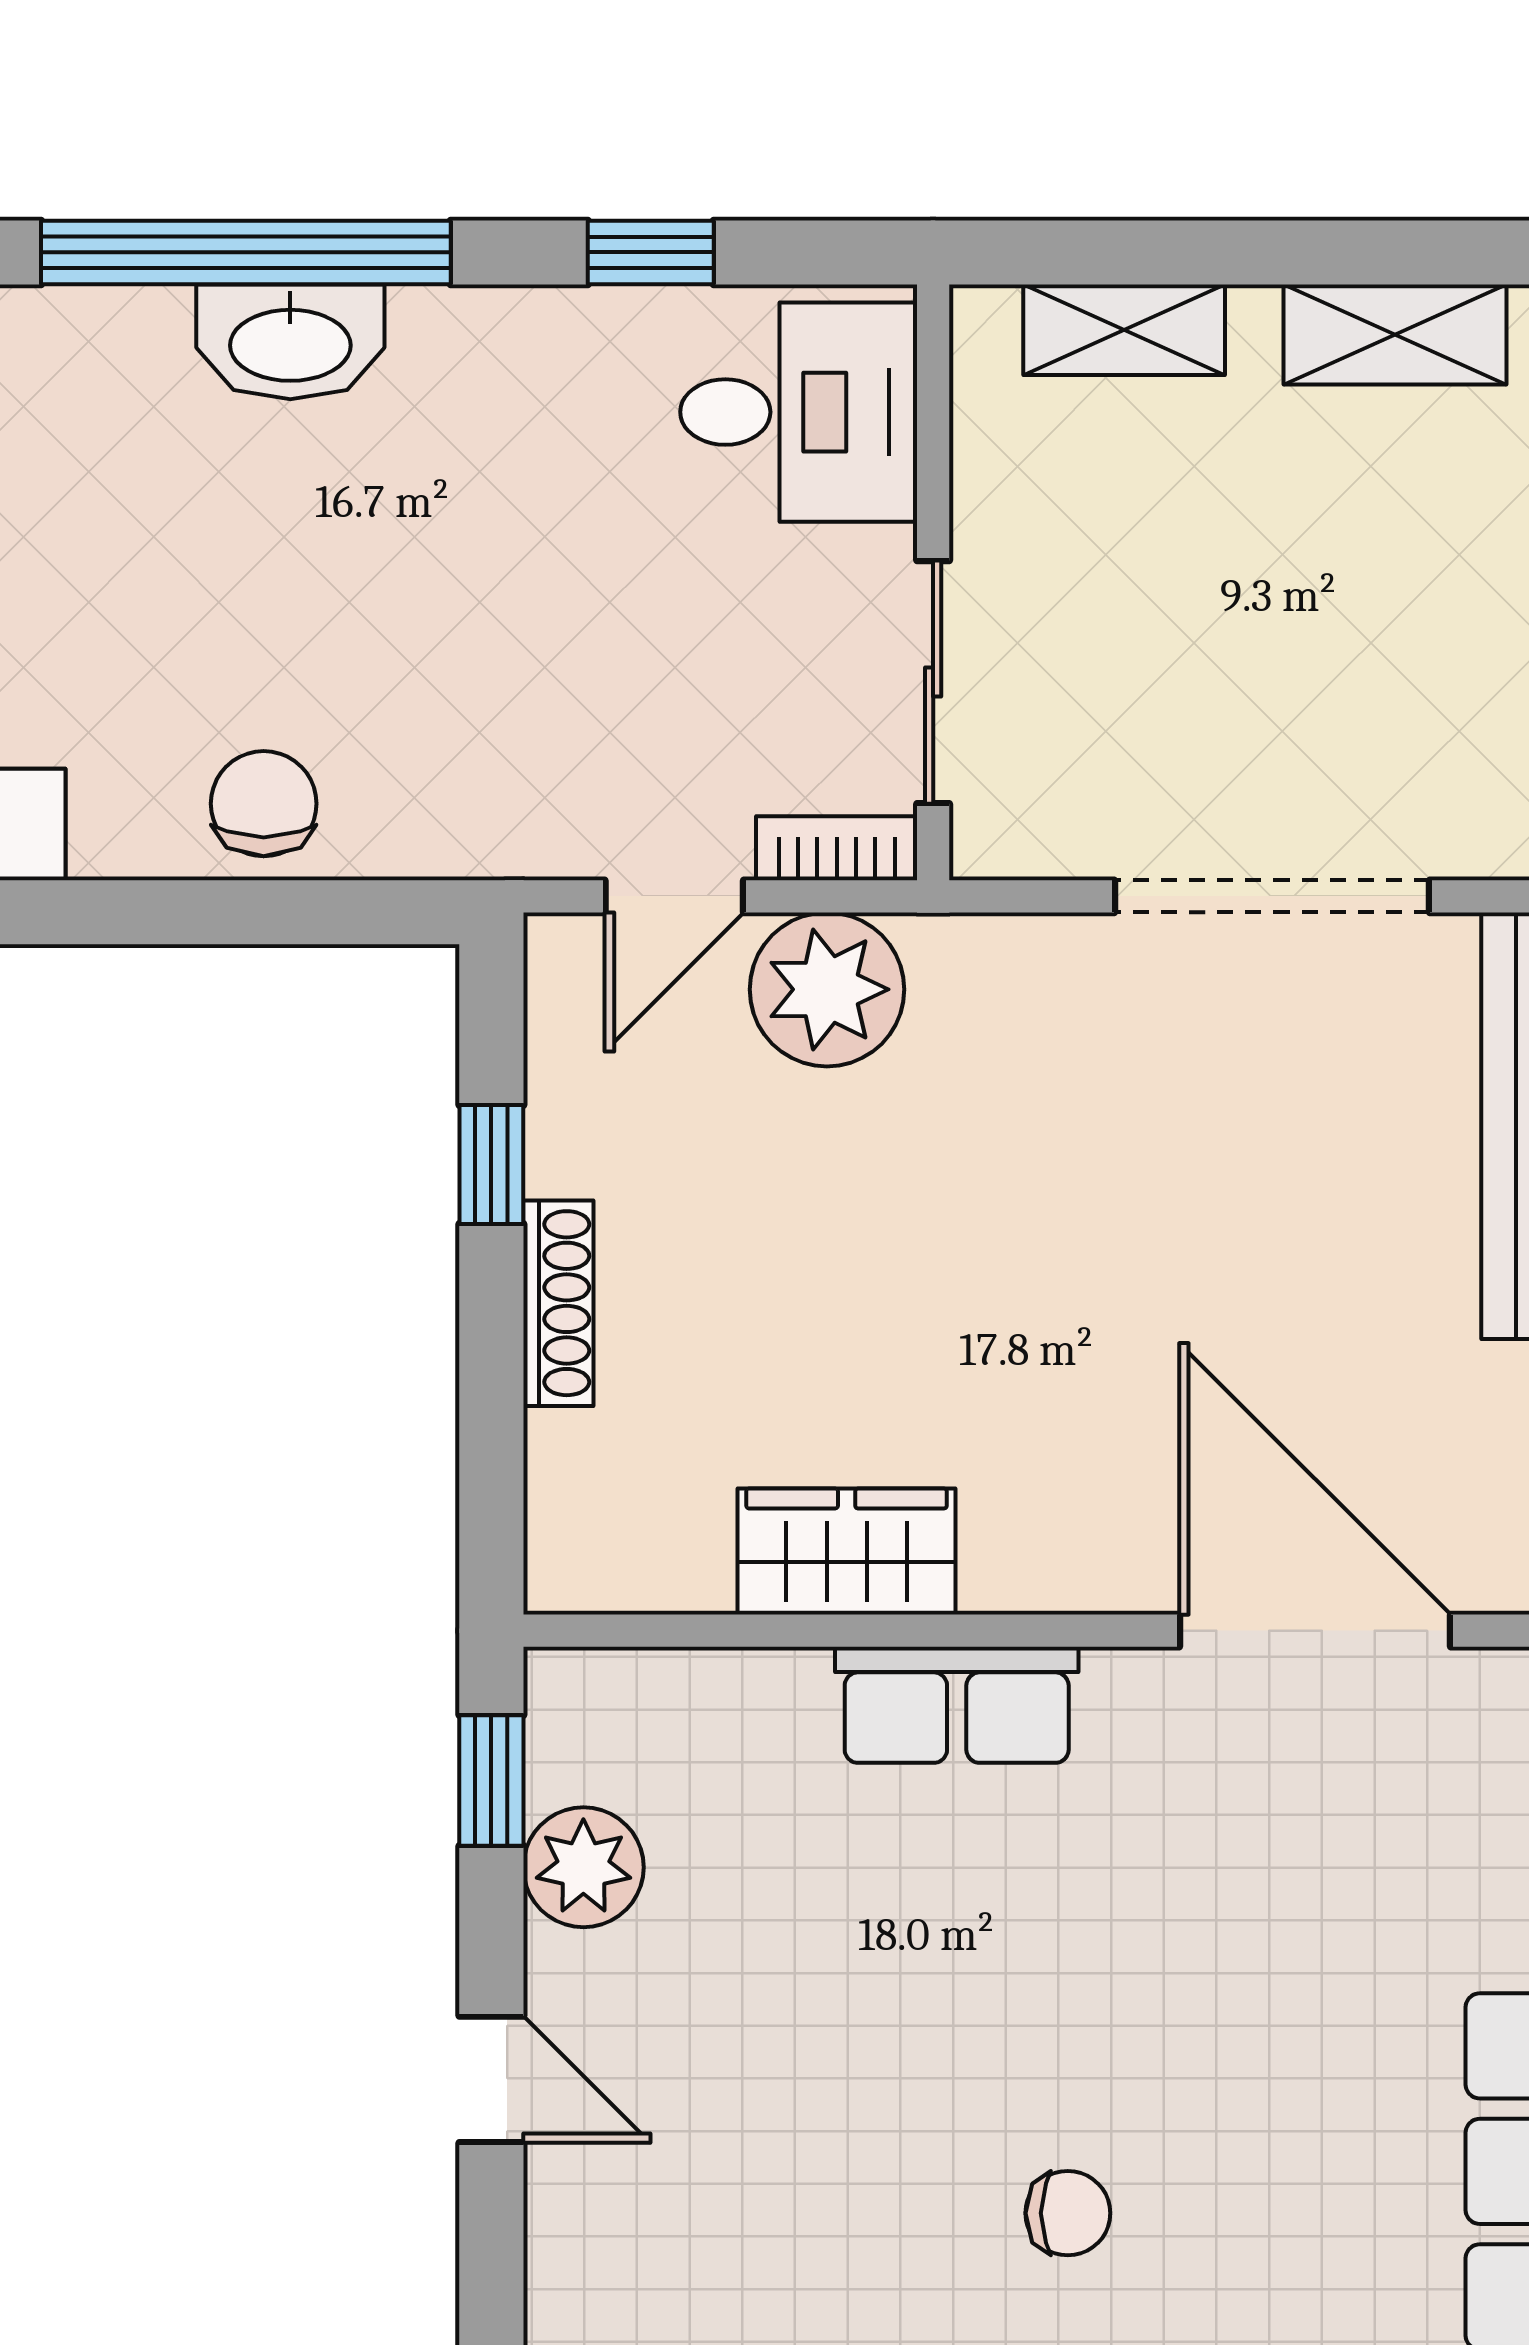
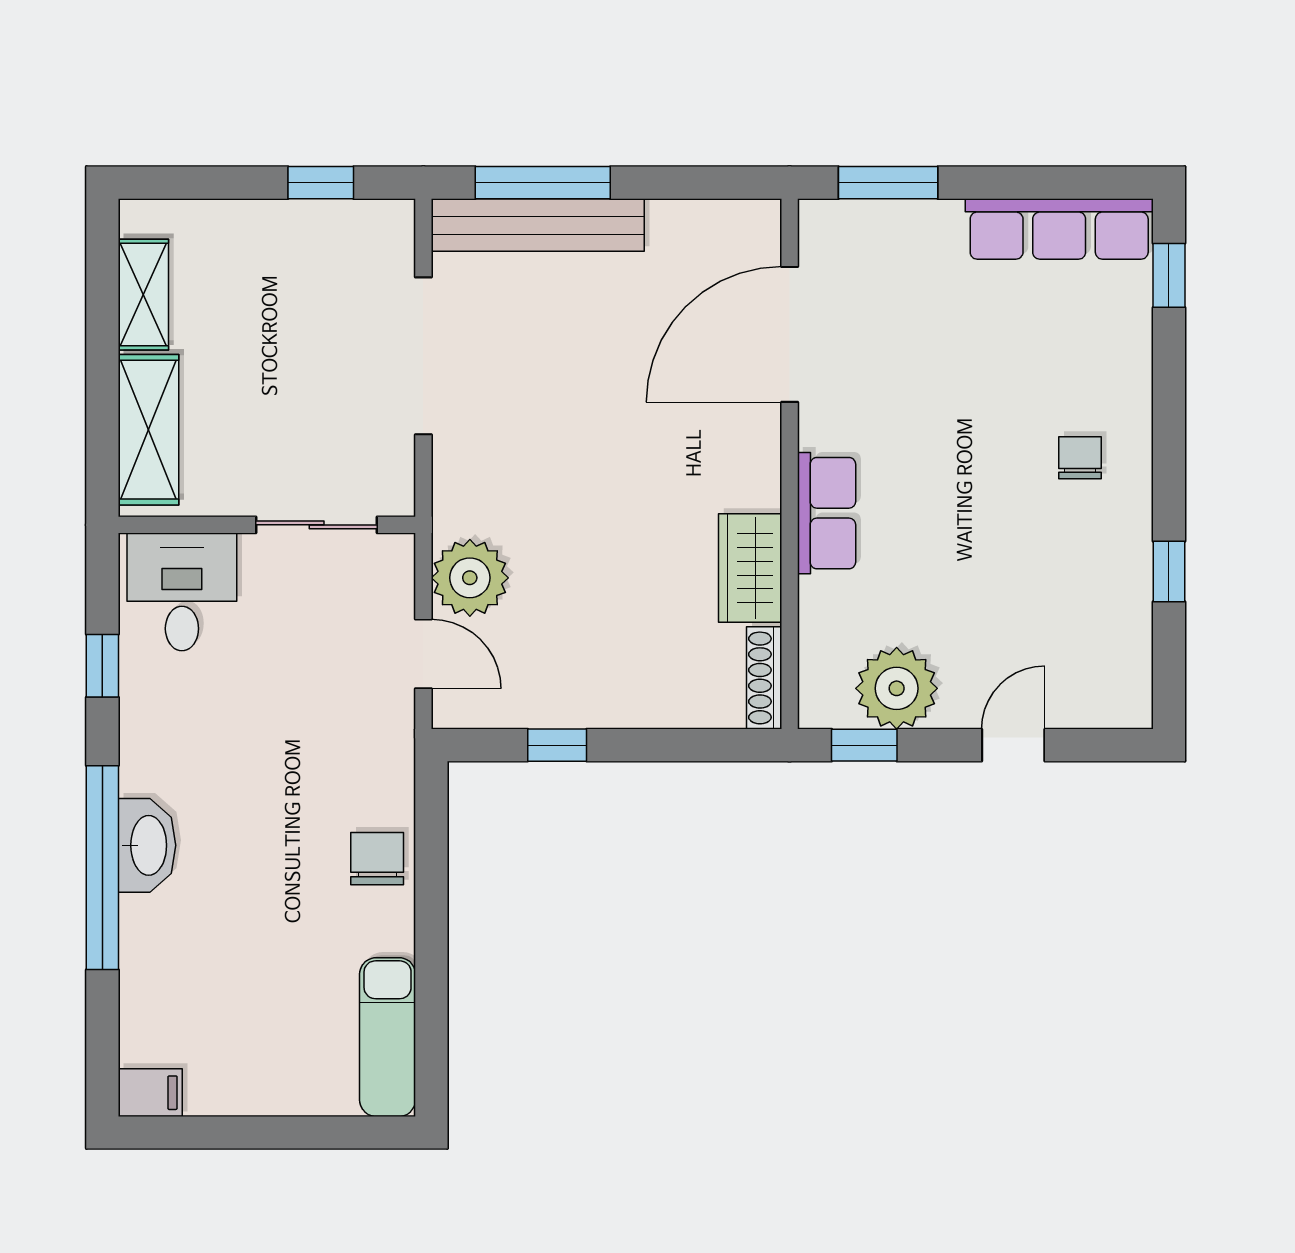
shelving: (1124, 330) -> (148, 430), width x1.50, depth x1.33
chair: (264, 804) -> (377, 859), turned 90
bookcase: (837, 848) -> (399, 573), removed
shoe rack: (558, 1303) -> (764, 678), moved, turned -90
plant: (583, 1867) -> (897, 688), width x1.36, depth x1.36

